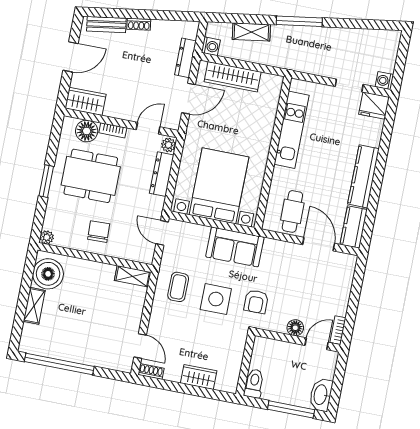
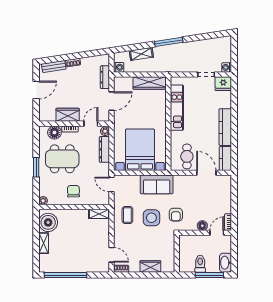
wardrobe: (233, 77) -> (150, 83), moved
wardrobe: (85, 101) -> (68, 115), moved
toilet: (254, 383) -> (200, 264), moved

